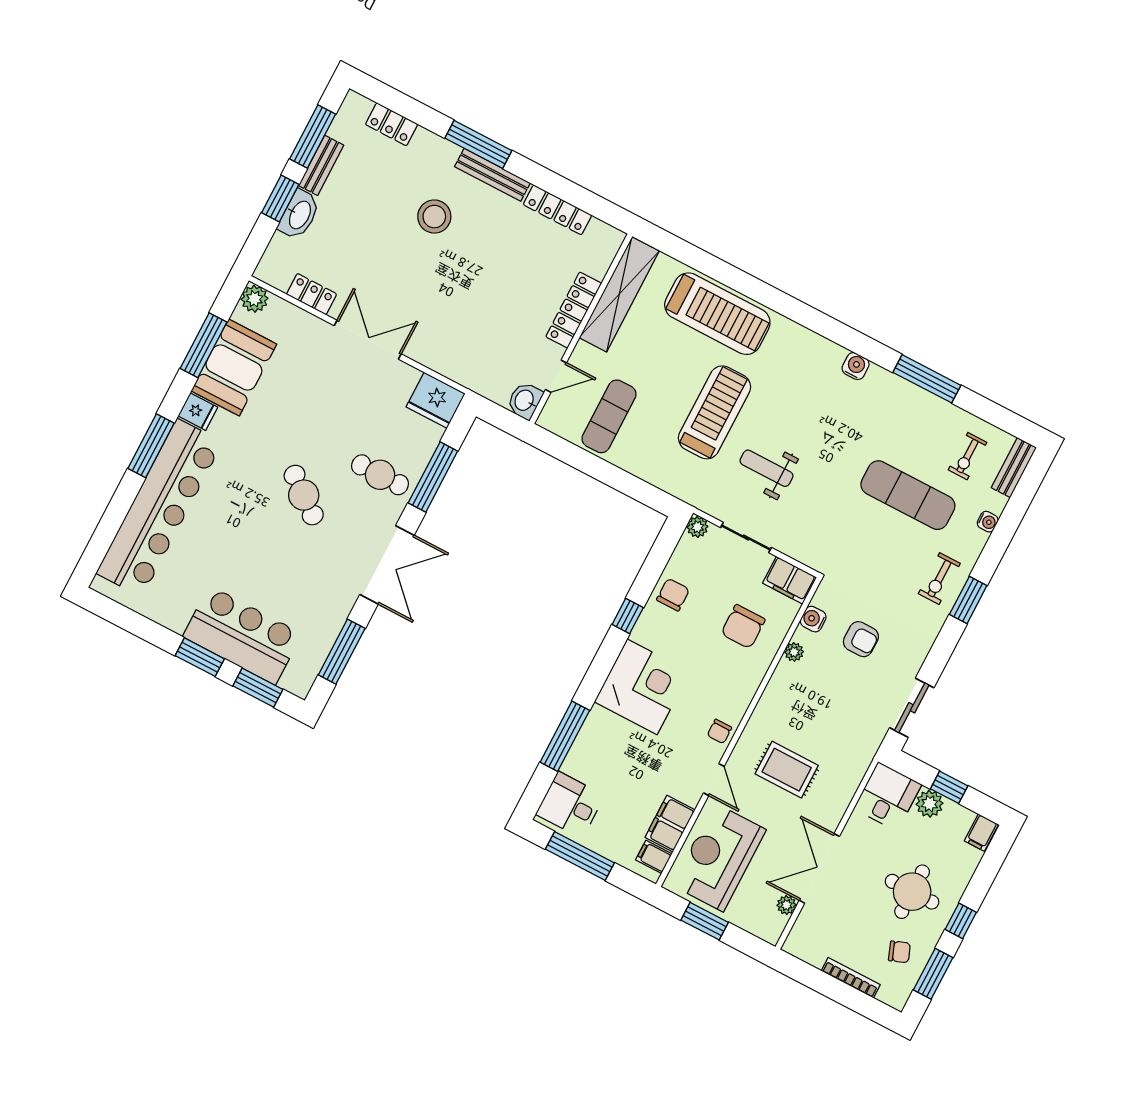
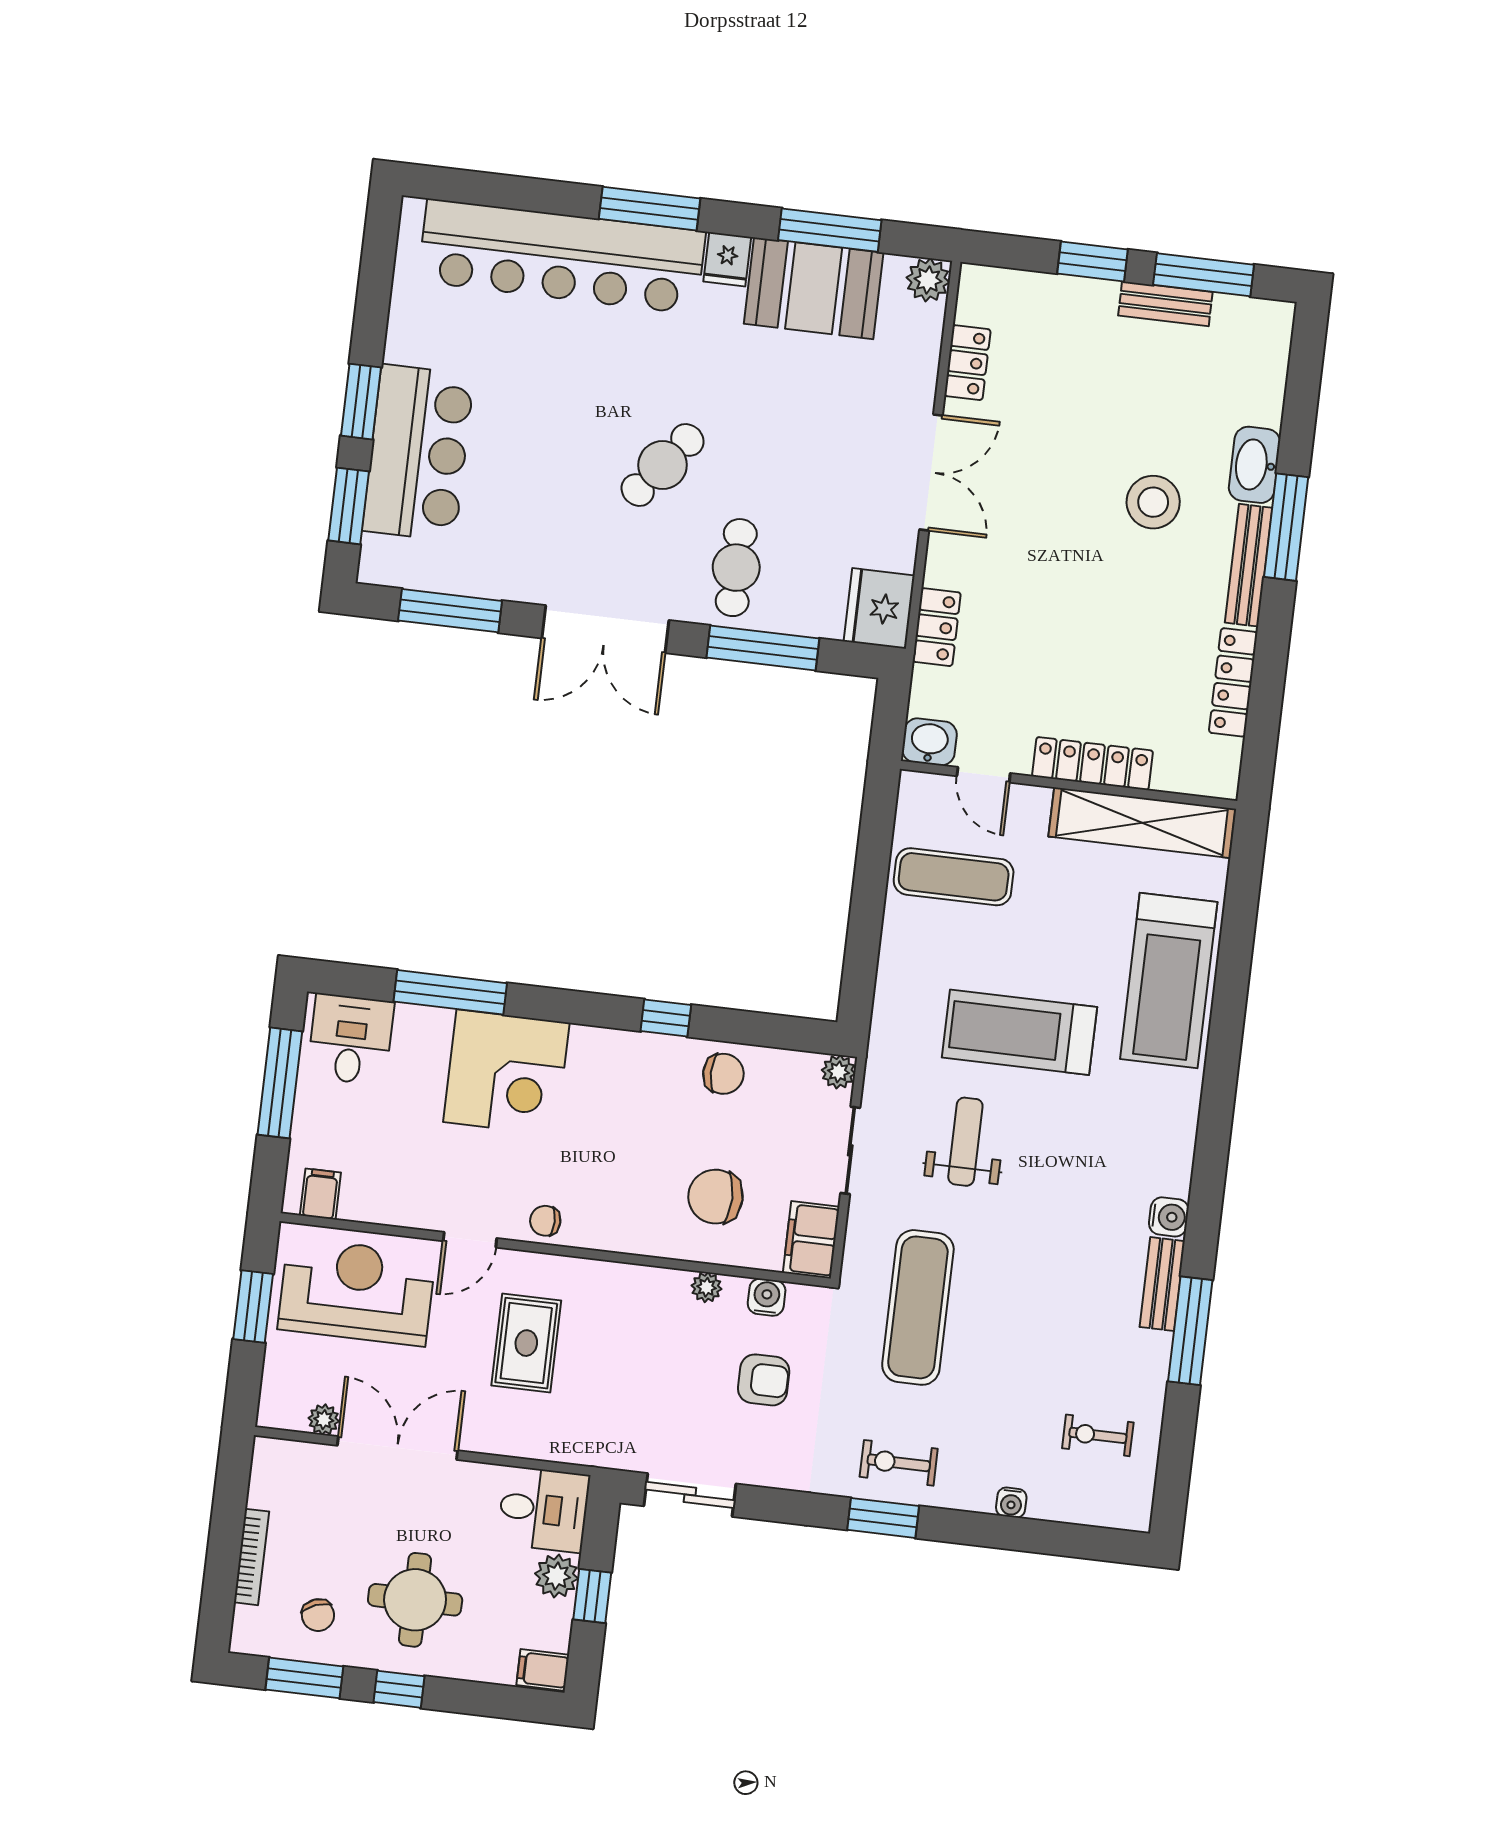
locker: (392, 124) -> (937, 627), moved, turned 180
washbasin: (299, 215) -> (1255, 465), moved, turned 90
treadmill: (714, 412) -> (1019, 1032), turned 180
bench: (1014, 468) -> (1162, 1284), moved, turned 90
exercise mat: (908, 495) -> (918, 1307), moved
armchair: (861, 639) -> (764, 1380), turned -90
corner desk: (642, 687) -> (506, 1072), moved
filing cabinet: (670, 824) -> (379, 1199), removed

